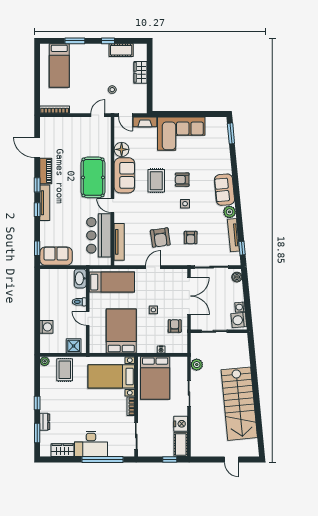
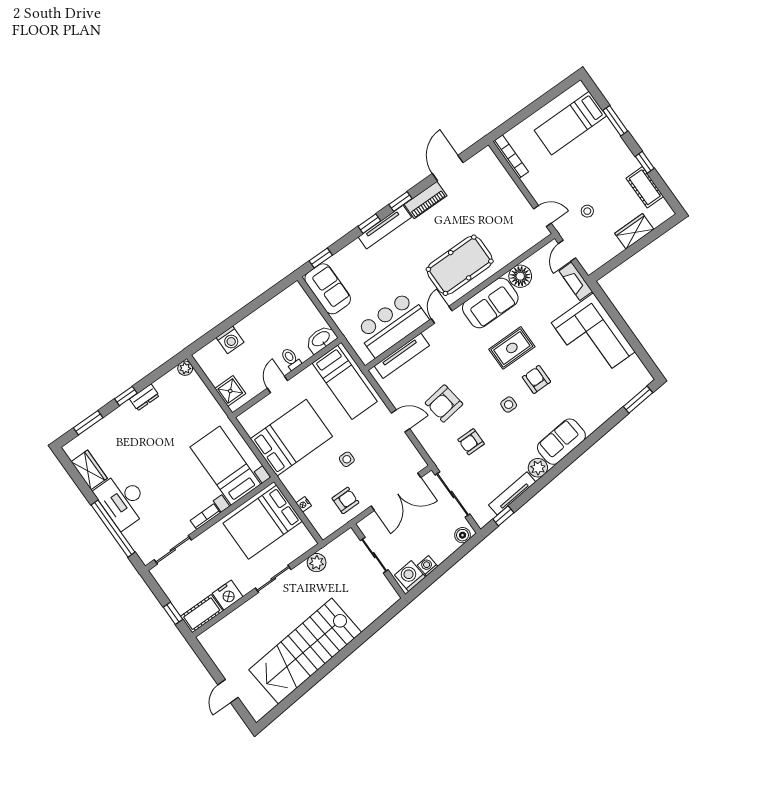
rug: (65, 370) -> (192, 401), removed
dresser: (45, 422) -> (144, 397), moved

